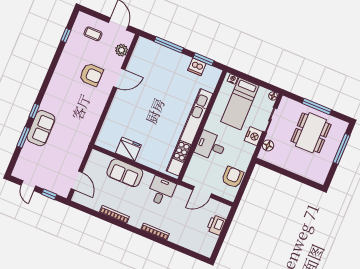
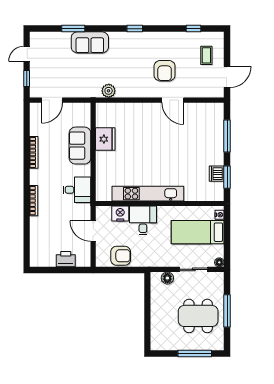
plant: (122, 50) -> (109, 91), moved
window: (34, 111) -> (135, 29), moved
kitchen unit: (190, 132) -> (148, 194), width x0.73
nightstand: (253, 136) -> (120, 214), moved, turned 180

